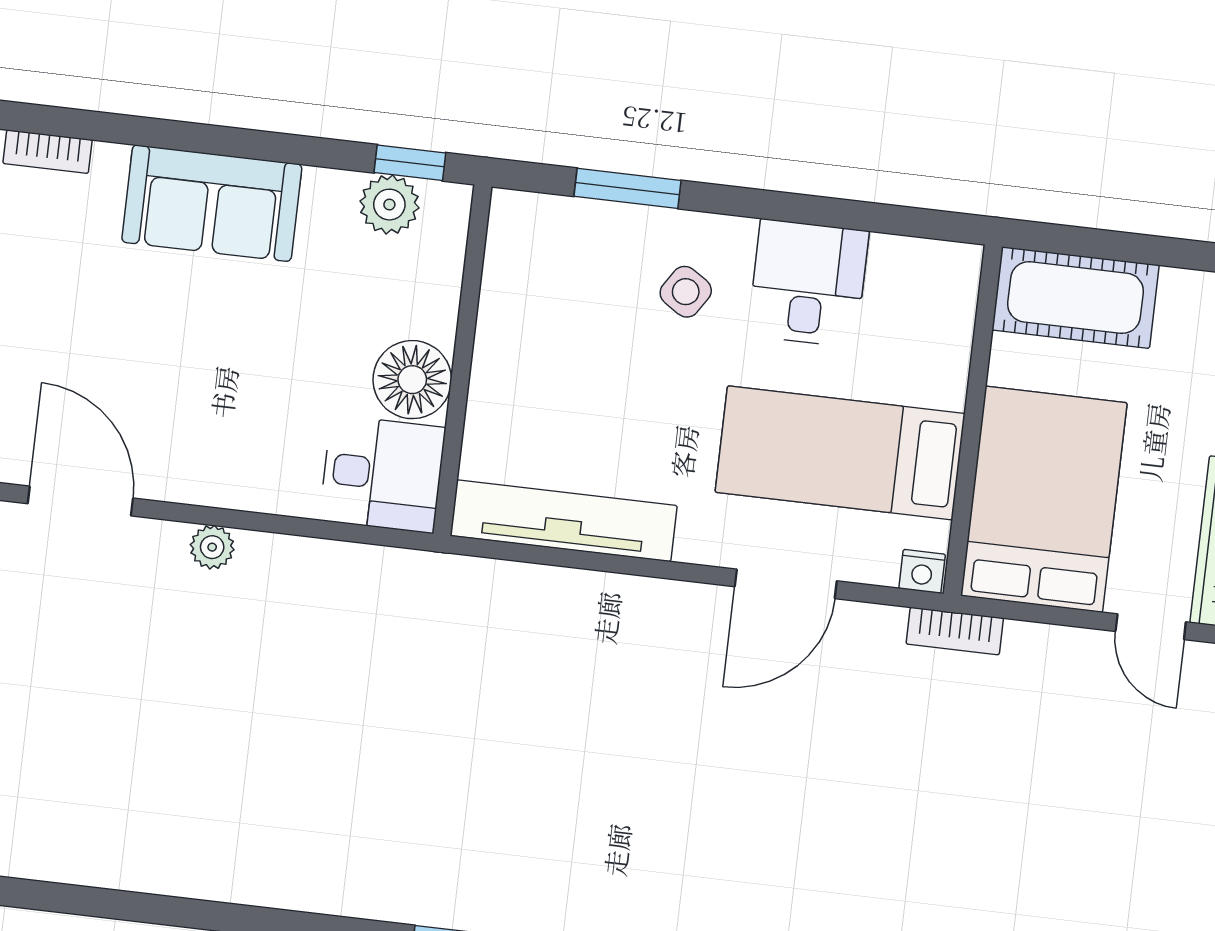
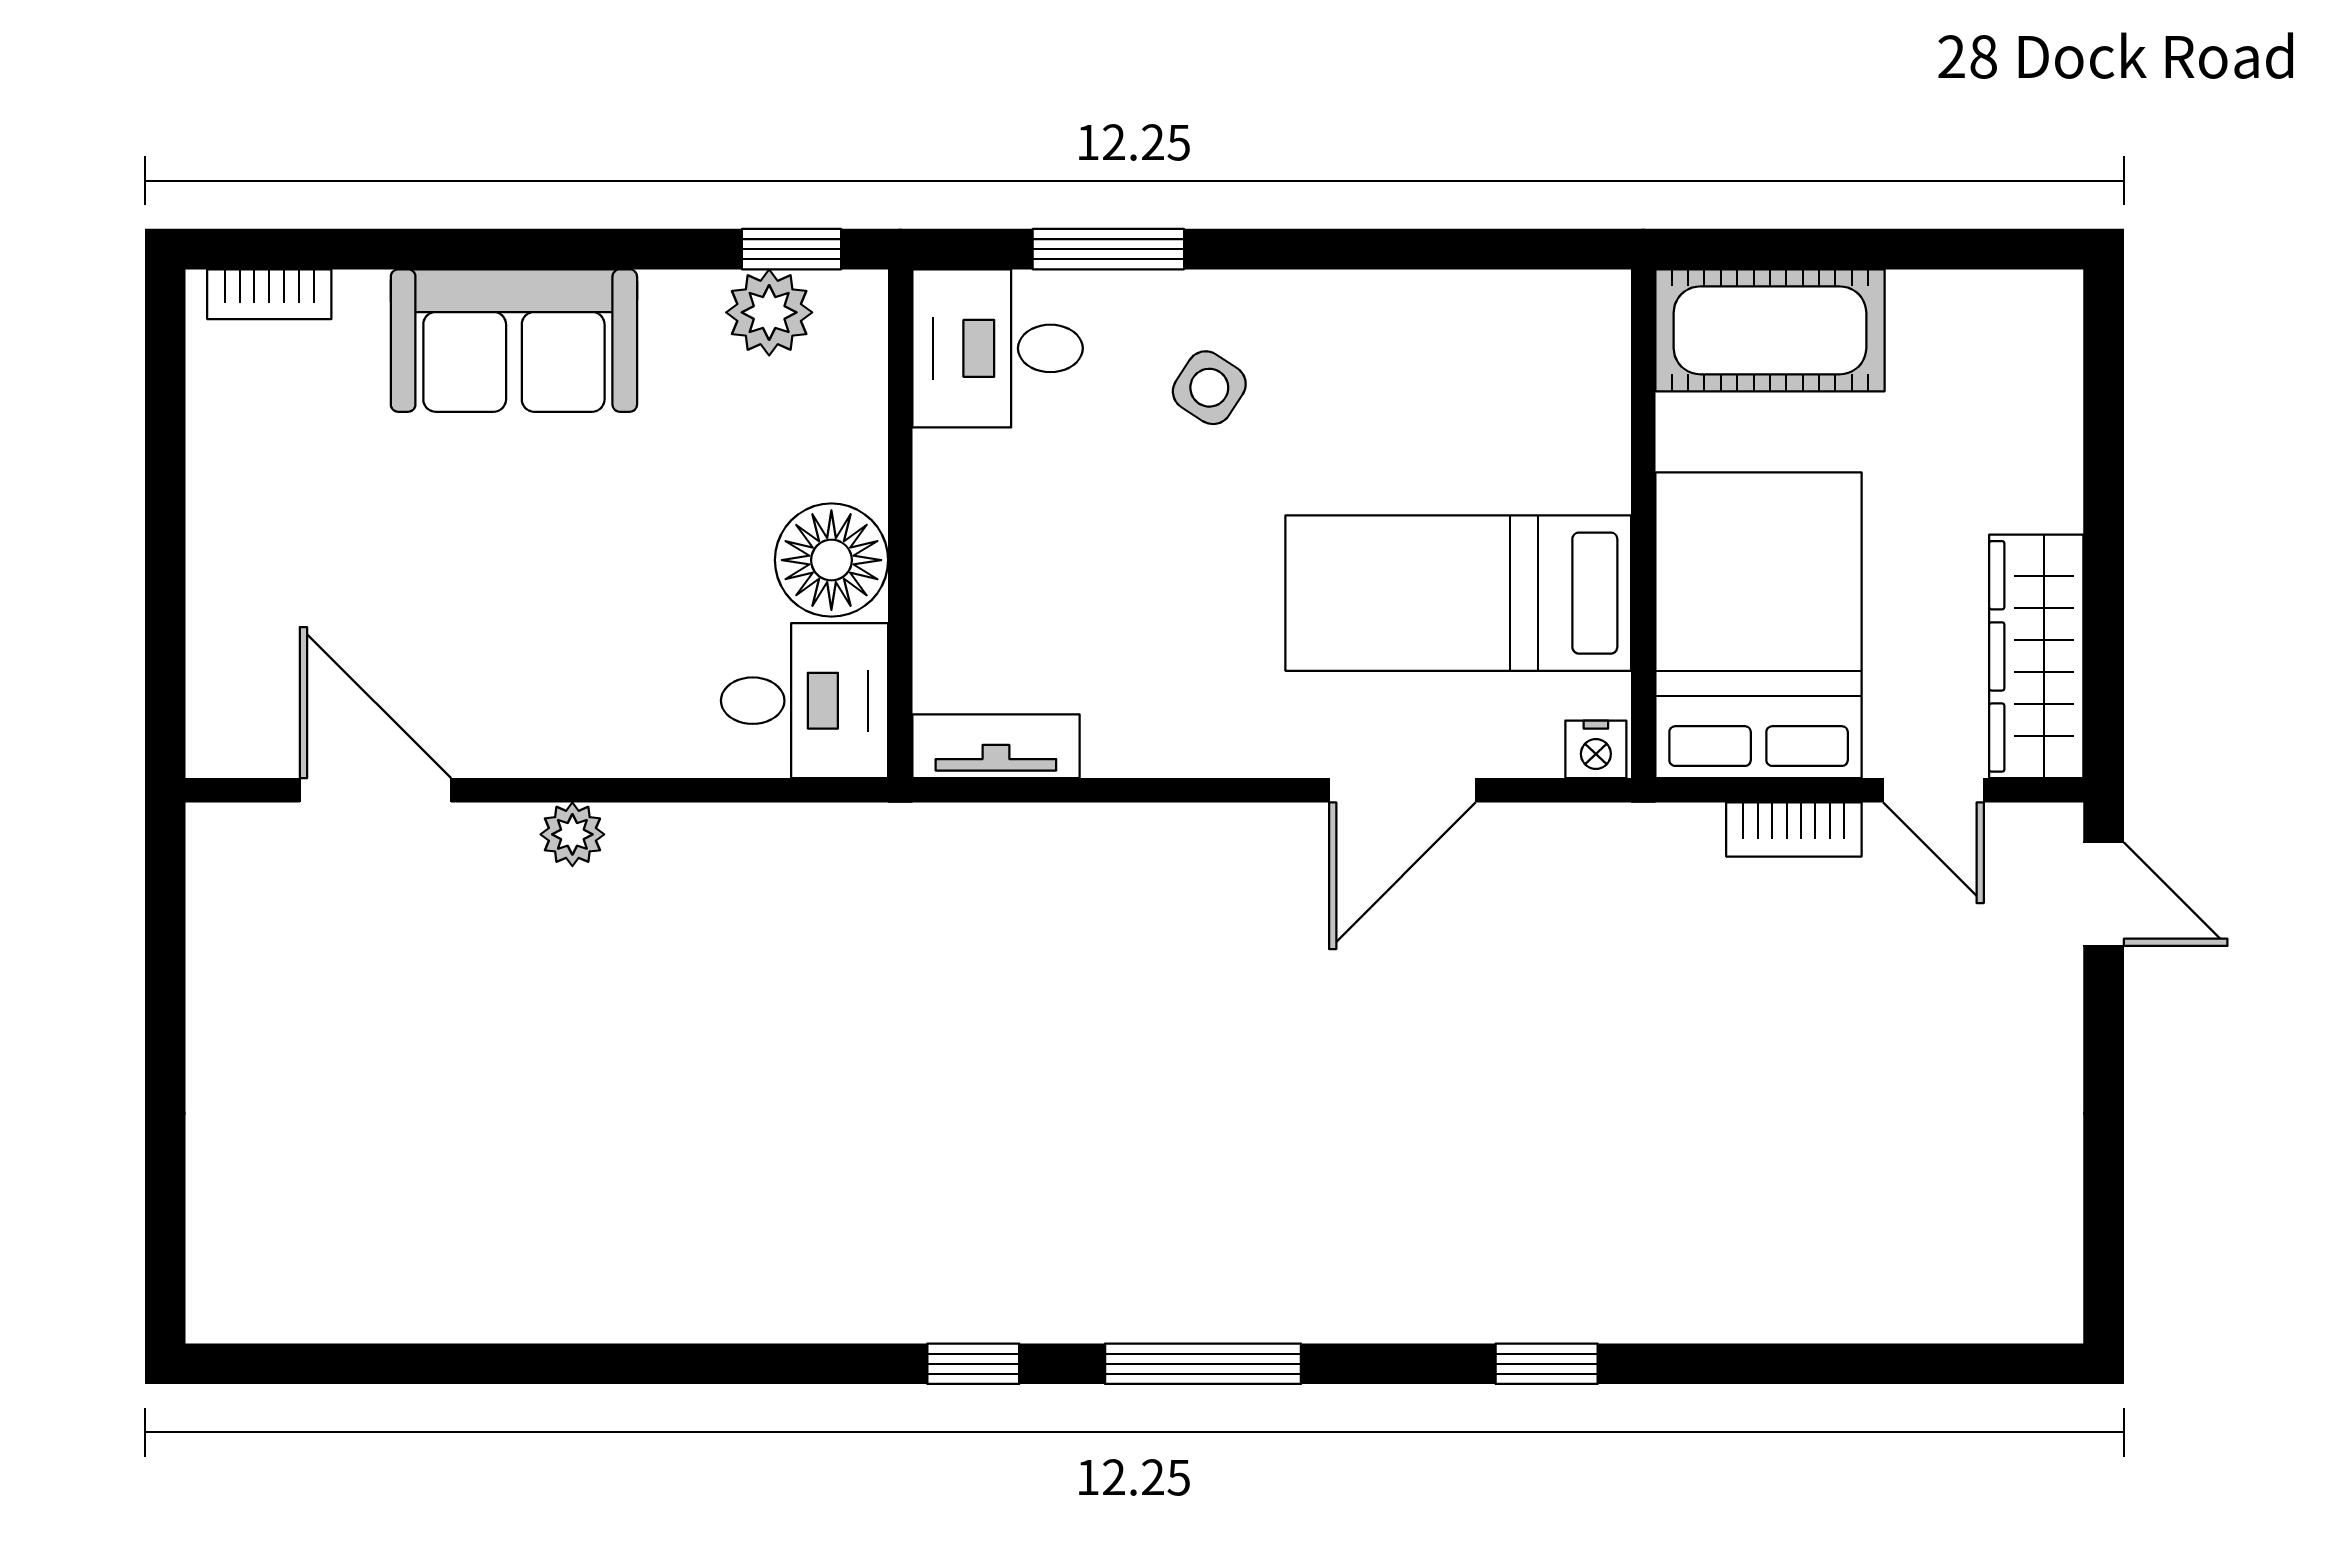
desk: (808, 283) -> (998, 348), moved, turned -90
tv unit: (564, 521) -> (996, 746), width x0.52, depth x0.78
bookcase: (955, 631) -> (1794, 829), moved

